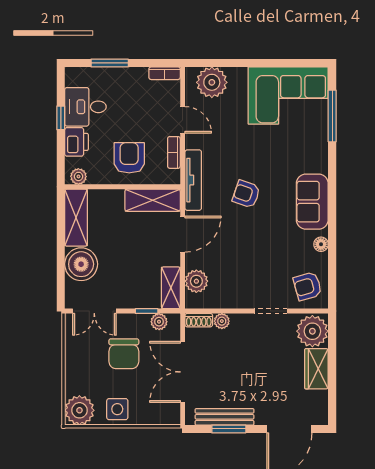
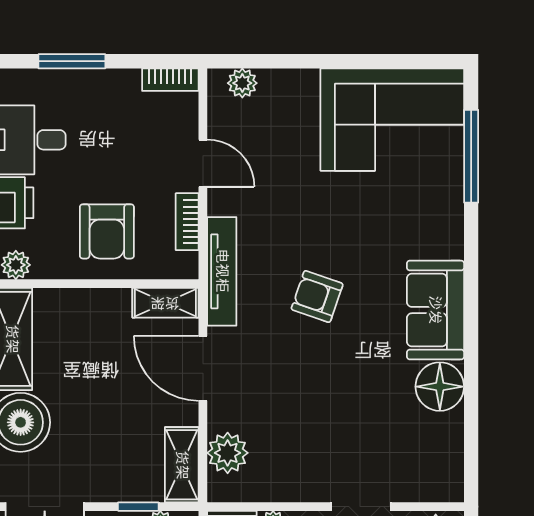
plant: (212, 82) -> (242, 83), width x0.53, depth x0.53
armchair: (129, 158) -> (107, 231), turned 180
shelving: (153, 200) -> (165, 303), width x0.67, depth x0.75
door: (183, 234) -> (203, 368), swing flipped
floor lamp: (321, 244) -> (440, 387), width x1.89, depth x1.89
armchair: (308, 286) -> (427, 462), removed

